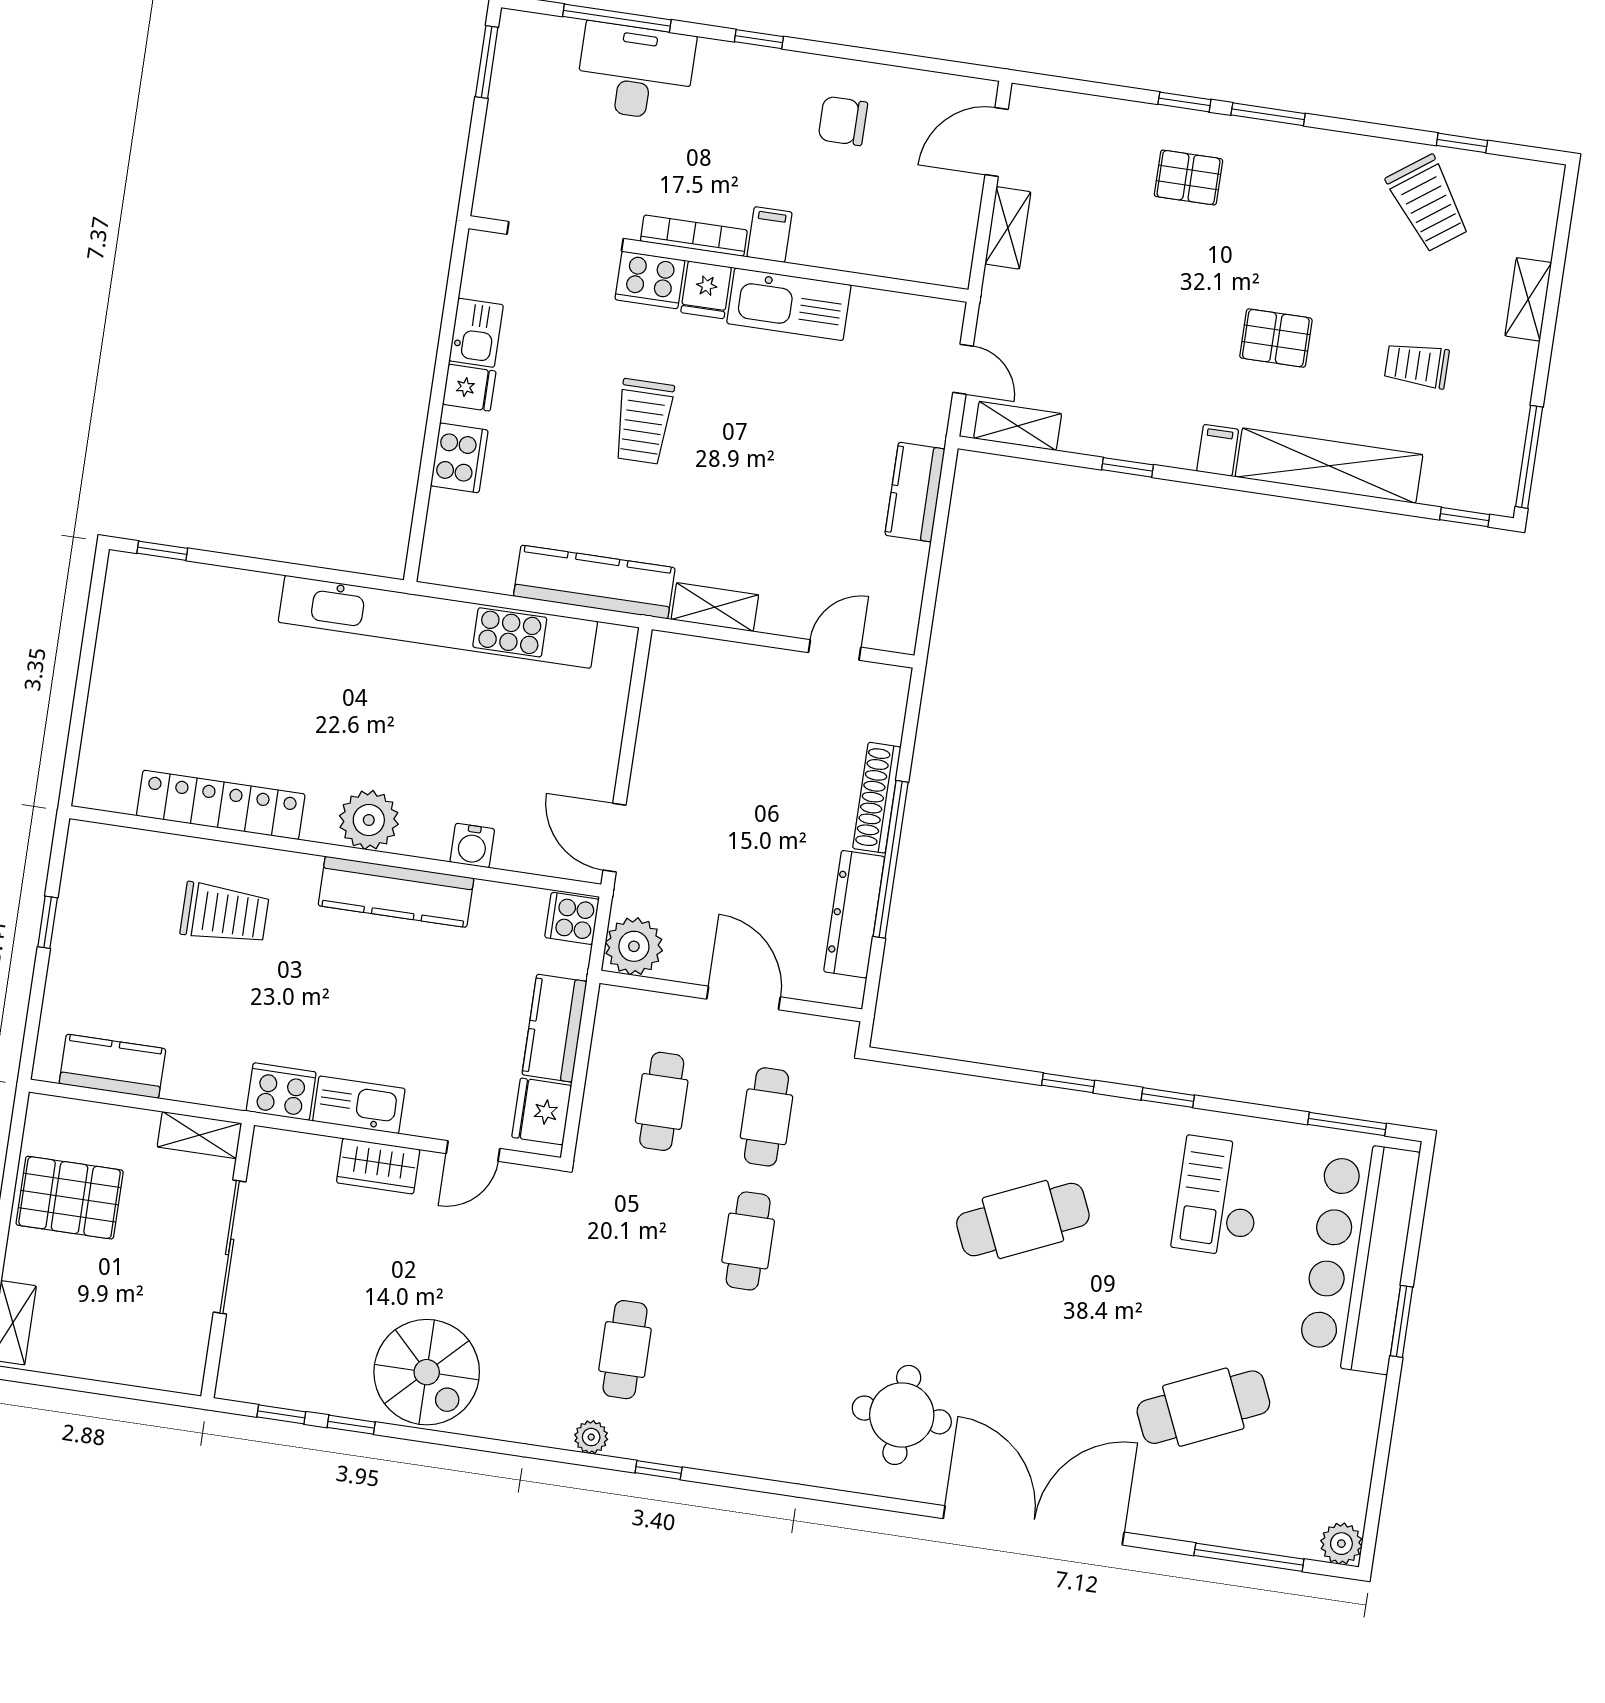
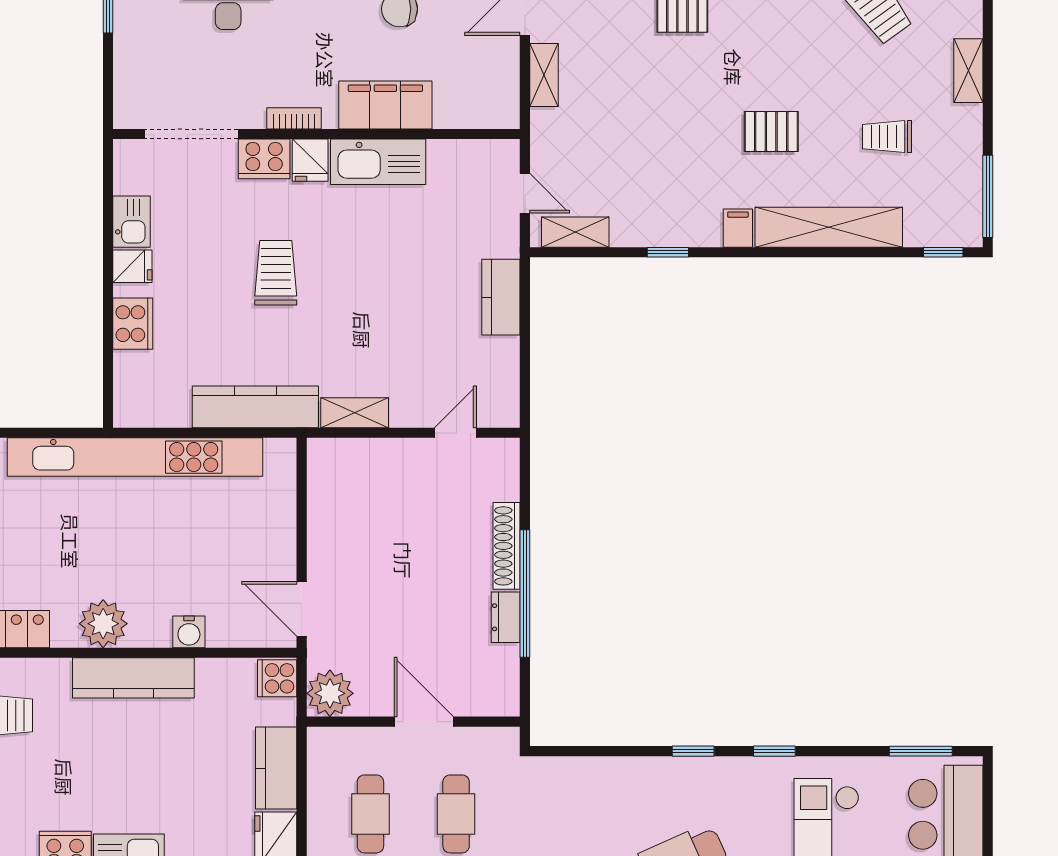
filing cabinet: (770, 235) -> (385, 105), width x3.00, depth x1.17
bookcase: (694, 236) -> (294, 118), width x0.64
trolley: (643, 422) -> (276, 273), turned 180
dresser: (854, 914) -> (506, 617), width x0.51, depth x0.80

